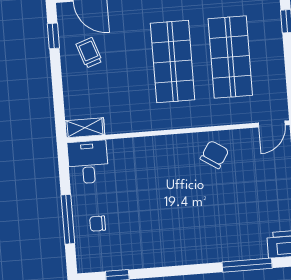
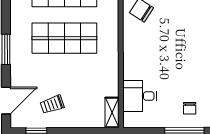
desk: (88, 162) -> (140, 96), moved

